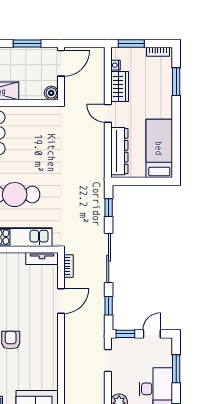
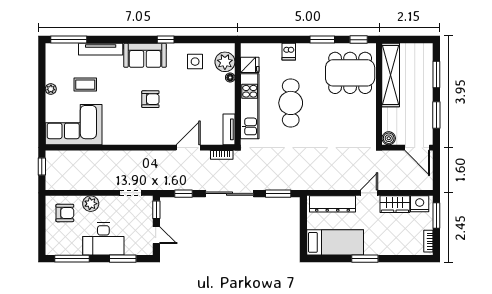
nightstand: (116, 65) -> (420, 204), width x1.89, depth x1.79
window: (176, 82) -> (365, 259), moved
window: (109, 208) -> (278, 194), width x1.50
door: (61, 301) -> (188, 148), swing flipped

